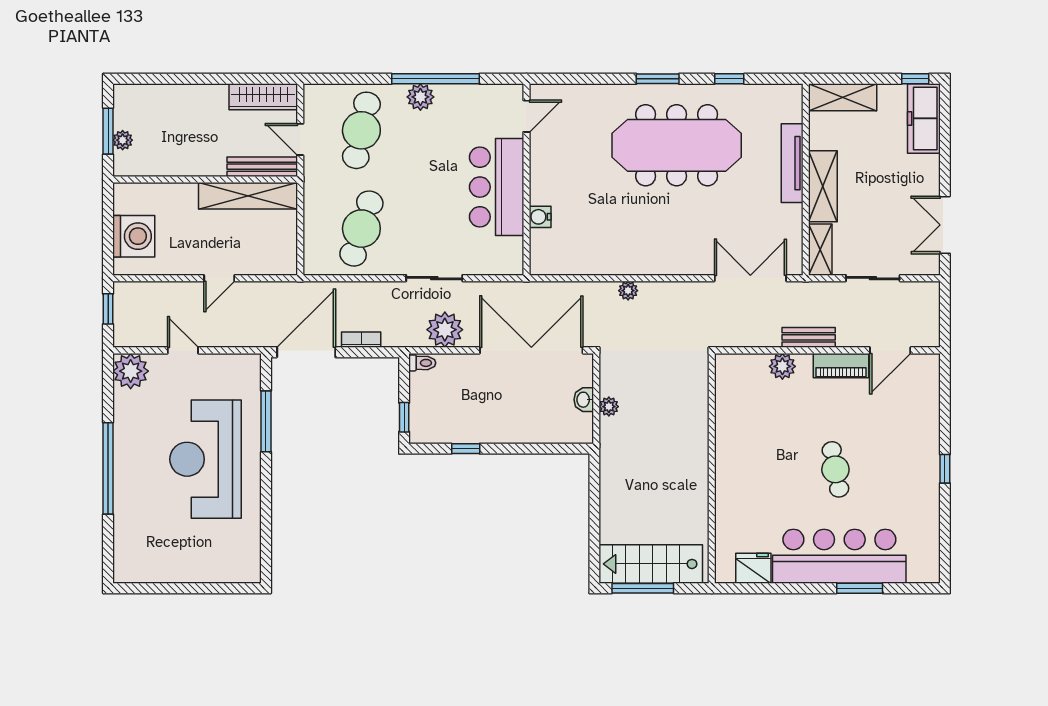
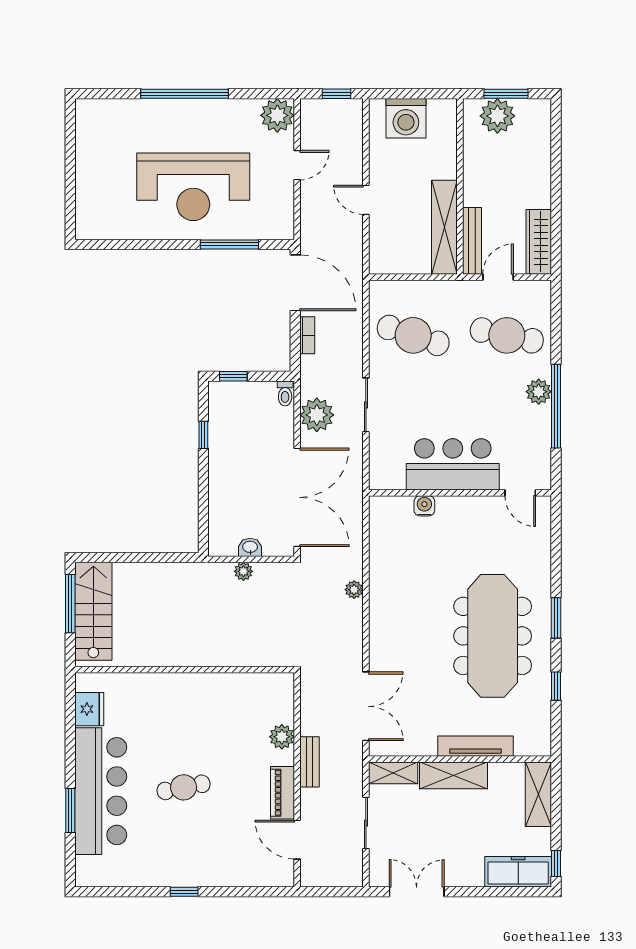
plant: (123, 140) -> (497, 116), width x1.88, depth x1.88
reception desk: (206, 459) -> (193, 187), turned 180

